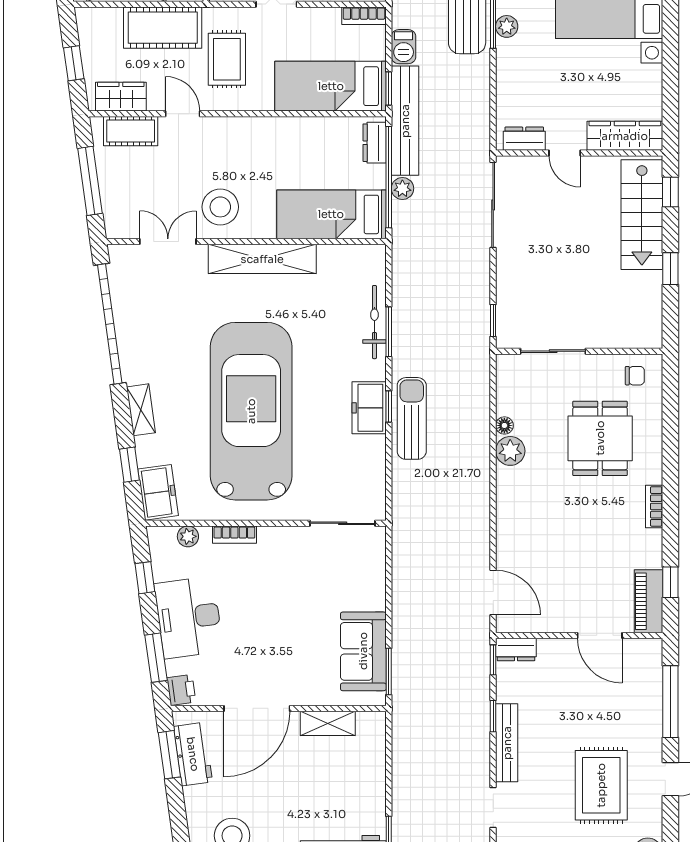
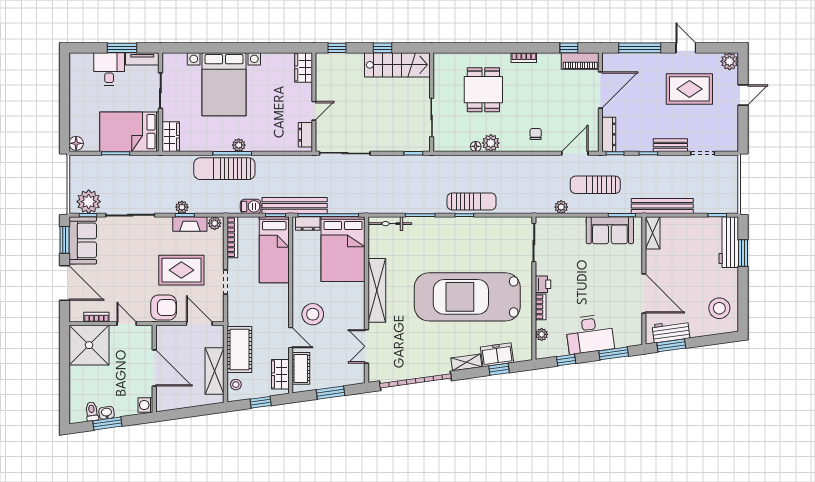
bookcase: (364, 16) -> (232, 237), width x1.56
stool: (104, 22) -> (236, 385), added
rug: (227, 59) -> (258, 311), removed
door: (183, 114) -> (291, 338), swing flipped
wardrobe: (625, 136) -> (304, 67), width x0.67
window: (90, 181) -> (330, 393), width x0.69
plant: (402, 188) -> (561, 207), moved
stool: (220, 207) -> (313, 314), moved
bed: (331, 214) -> (343, 249), width x1.50
stairs: (642, 215) -> (397, 65), moved
bicycle: (374, 322) -> (390, 224), moved
chair: (635, 376) -> (536, 134), moved
freezer: (369, 408) -> (465, 227), removed
sun lounger: (412, 418) -> (472, 202), turned 180
dining table: (600, 438) -> (483, 90), turned 90
freezer: (158, 492) -> (497, 355), moved
sun lounger: (440, 627) -> (595, 185), added
door: (600, 635) -> (600, 90), width x1.36
dresser: (516, 649) -> (609, 134), width x1.44
printer: (181, 690) -> (543, 284), moved, turned 98
shelving: (328, 723) -> (653, 233), moved
bench: (404, 739) -> (662, 206), added
bench: (507, 743) -> (670, 145), width x0.73

